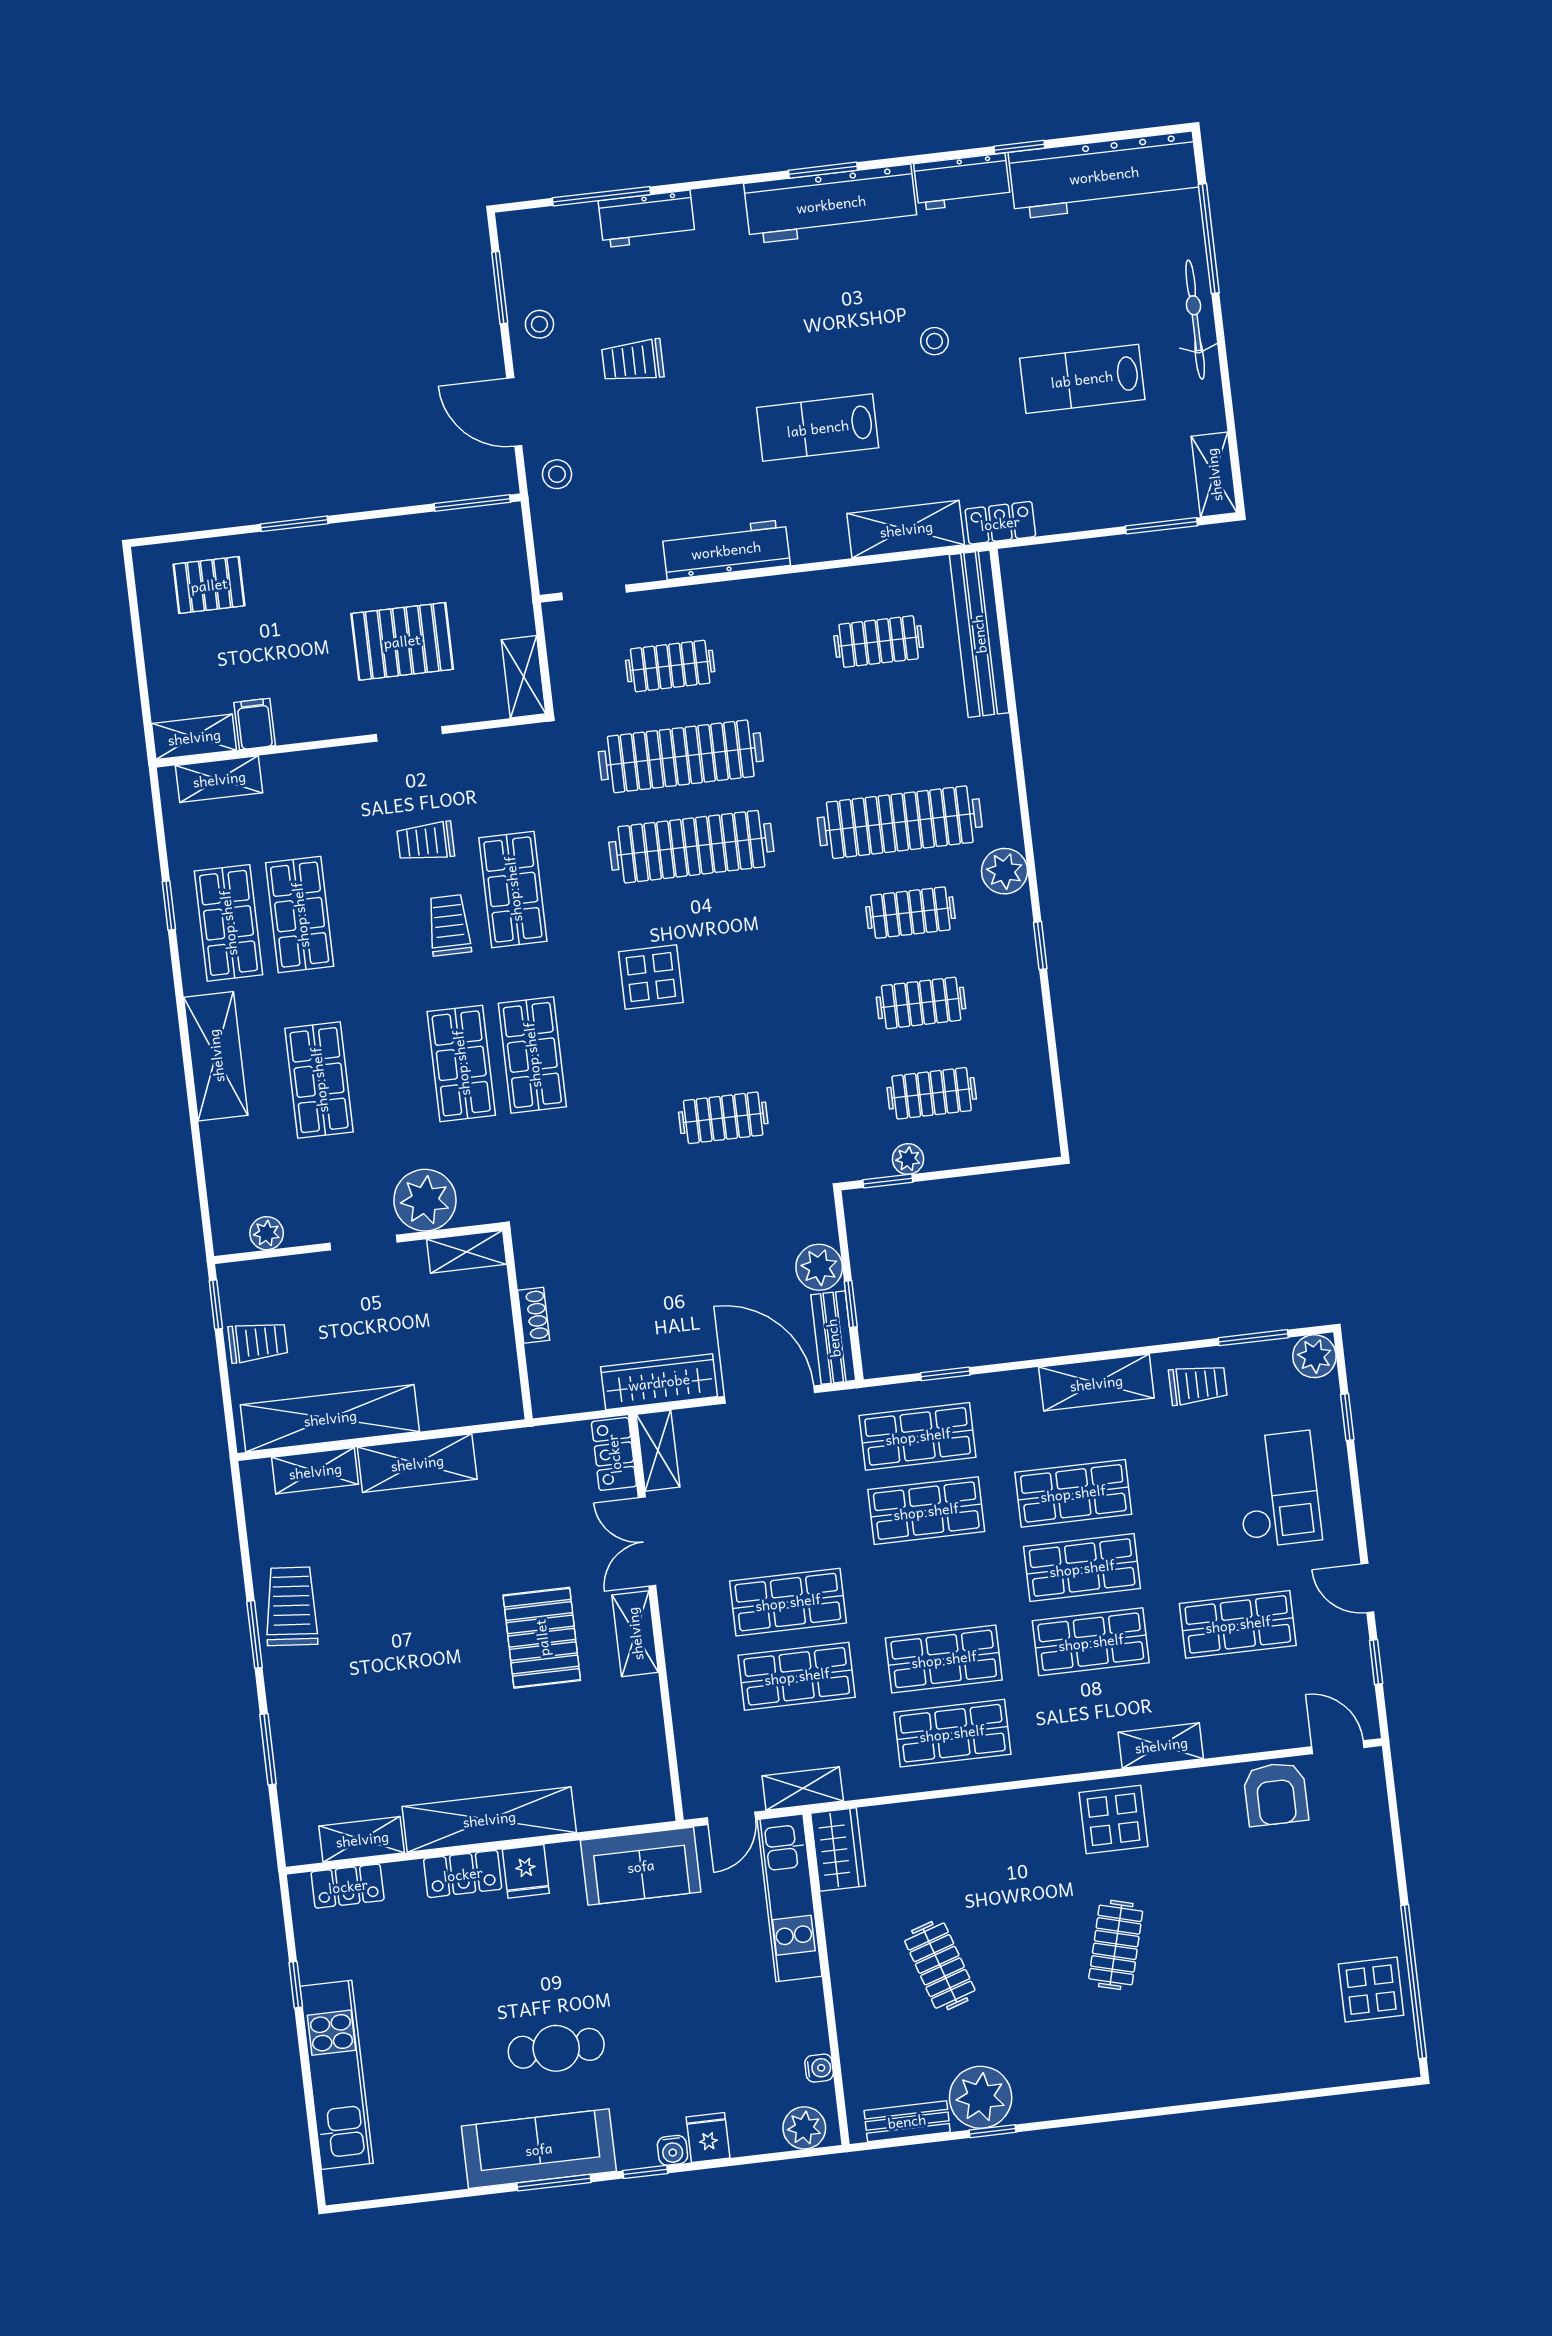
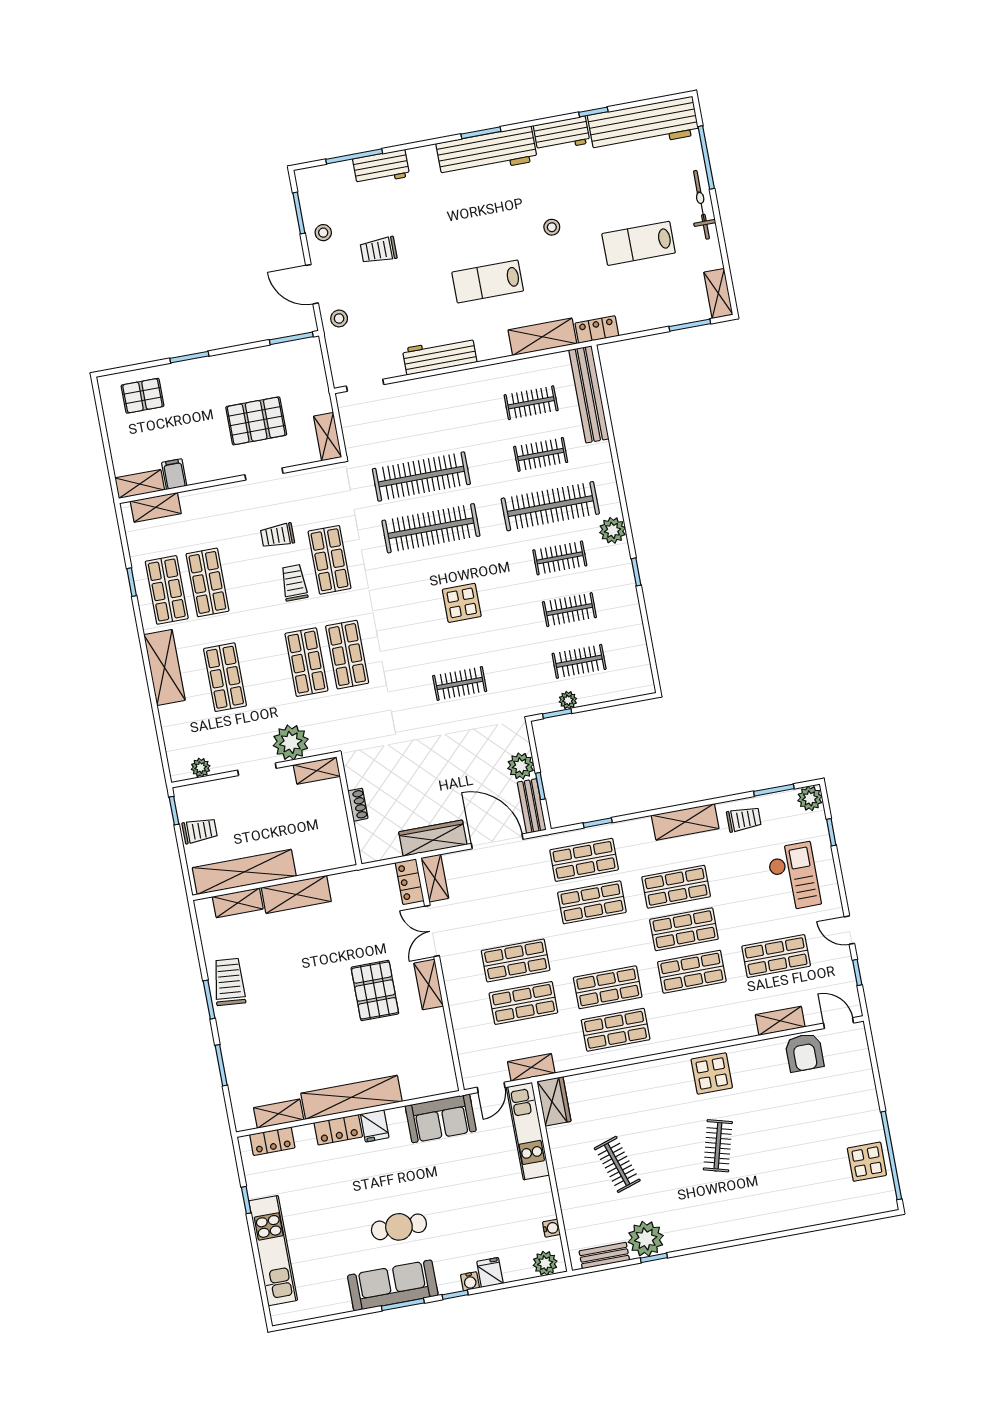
clothes rail: (670, 666) -> (541, 454), moved
display table: (651, 977) -> (462, 603), moved
shelving: (1161, 1745) -> (780, 1021), moved

